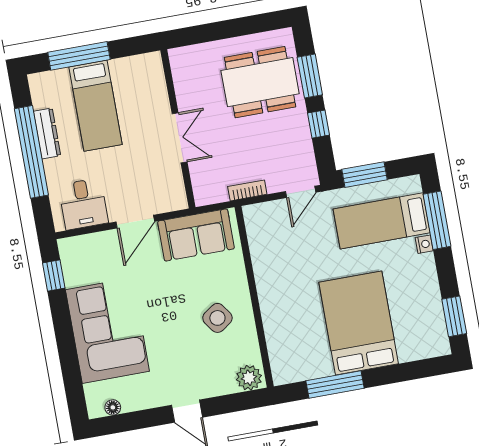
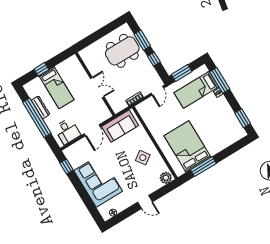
window: (79, 56) -> (41, 69), width x0.46
bed: (359, 323) -> (187, 146), moved

